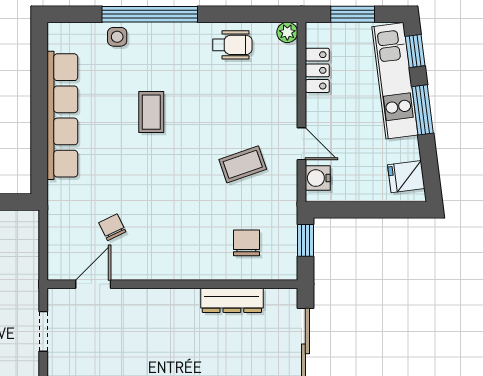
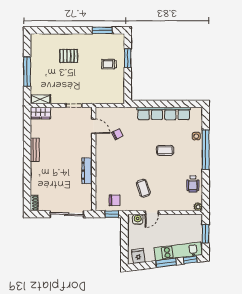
locker: (317, 70) -> (182, 219), removed
chair: (247, 243) -> (114, 200), moved
dresser: (232, 300) -> (87, 171), moved

